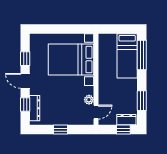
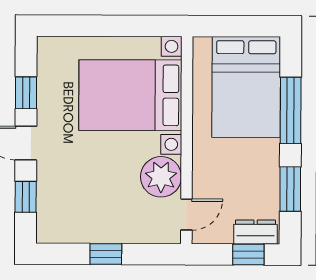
window: (142, 55) -> (291, 110), moved
bed: (127, 56) -> (246, 87), width x1.50
plant: (89, 100) -> (161, 177), width x1.87, depth x1.87
dresser: (35, 108) -> (47, 205), removed

